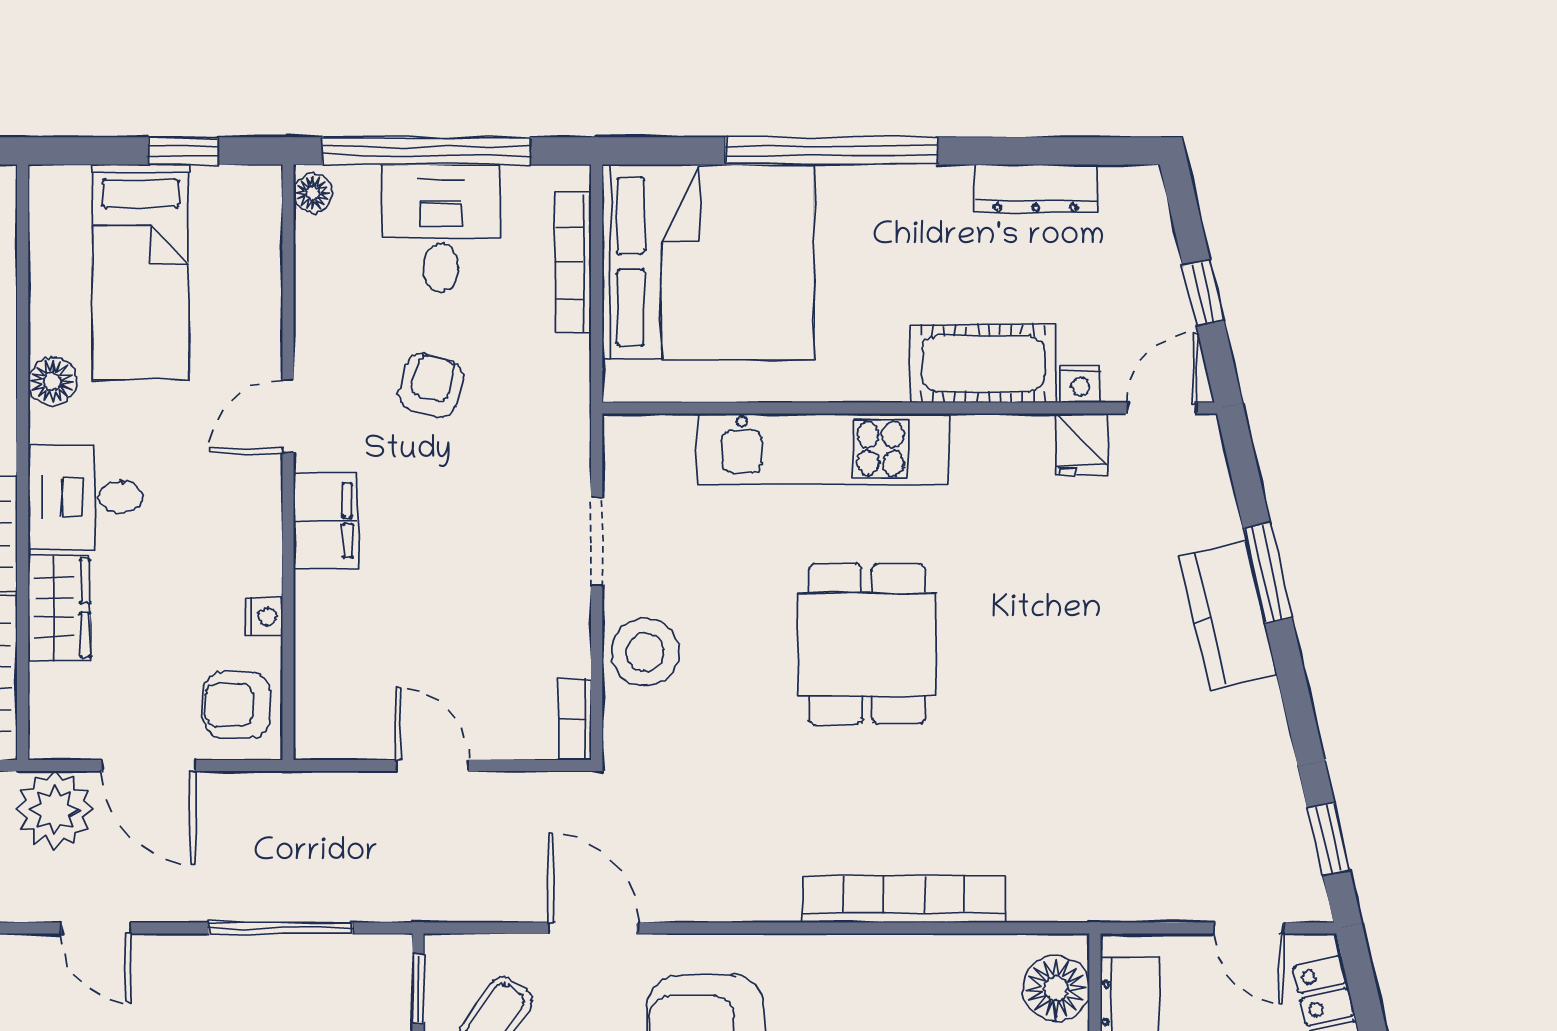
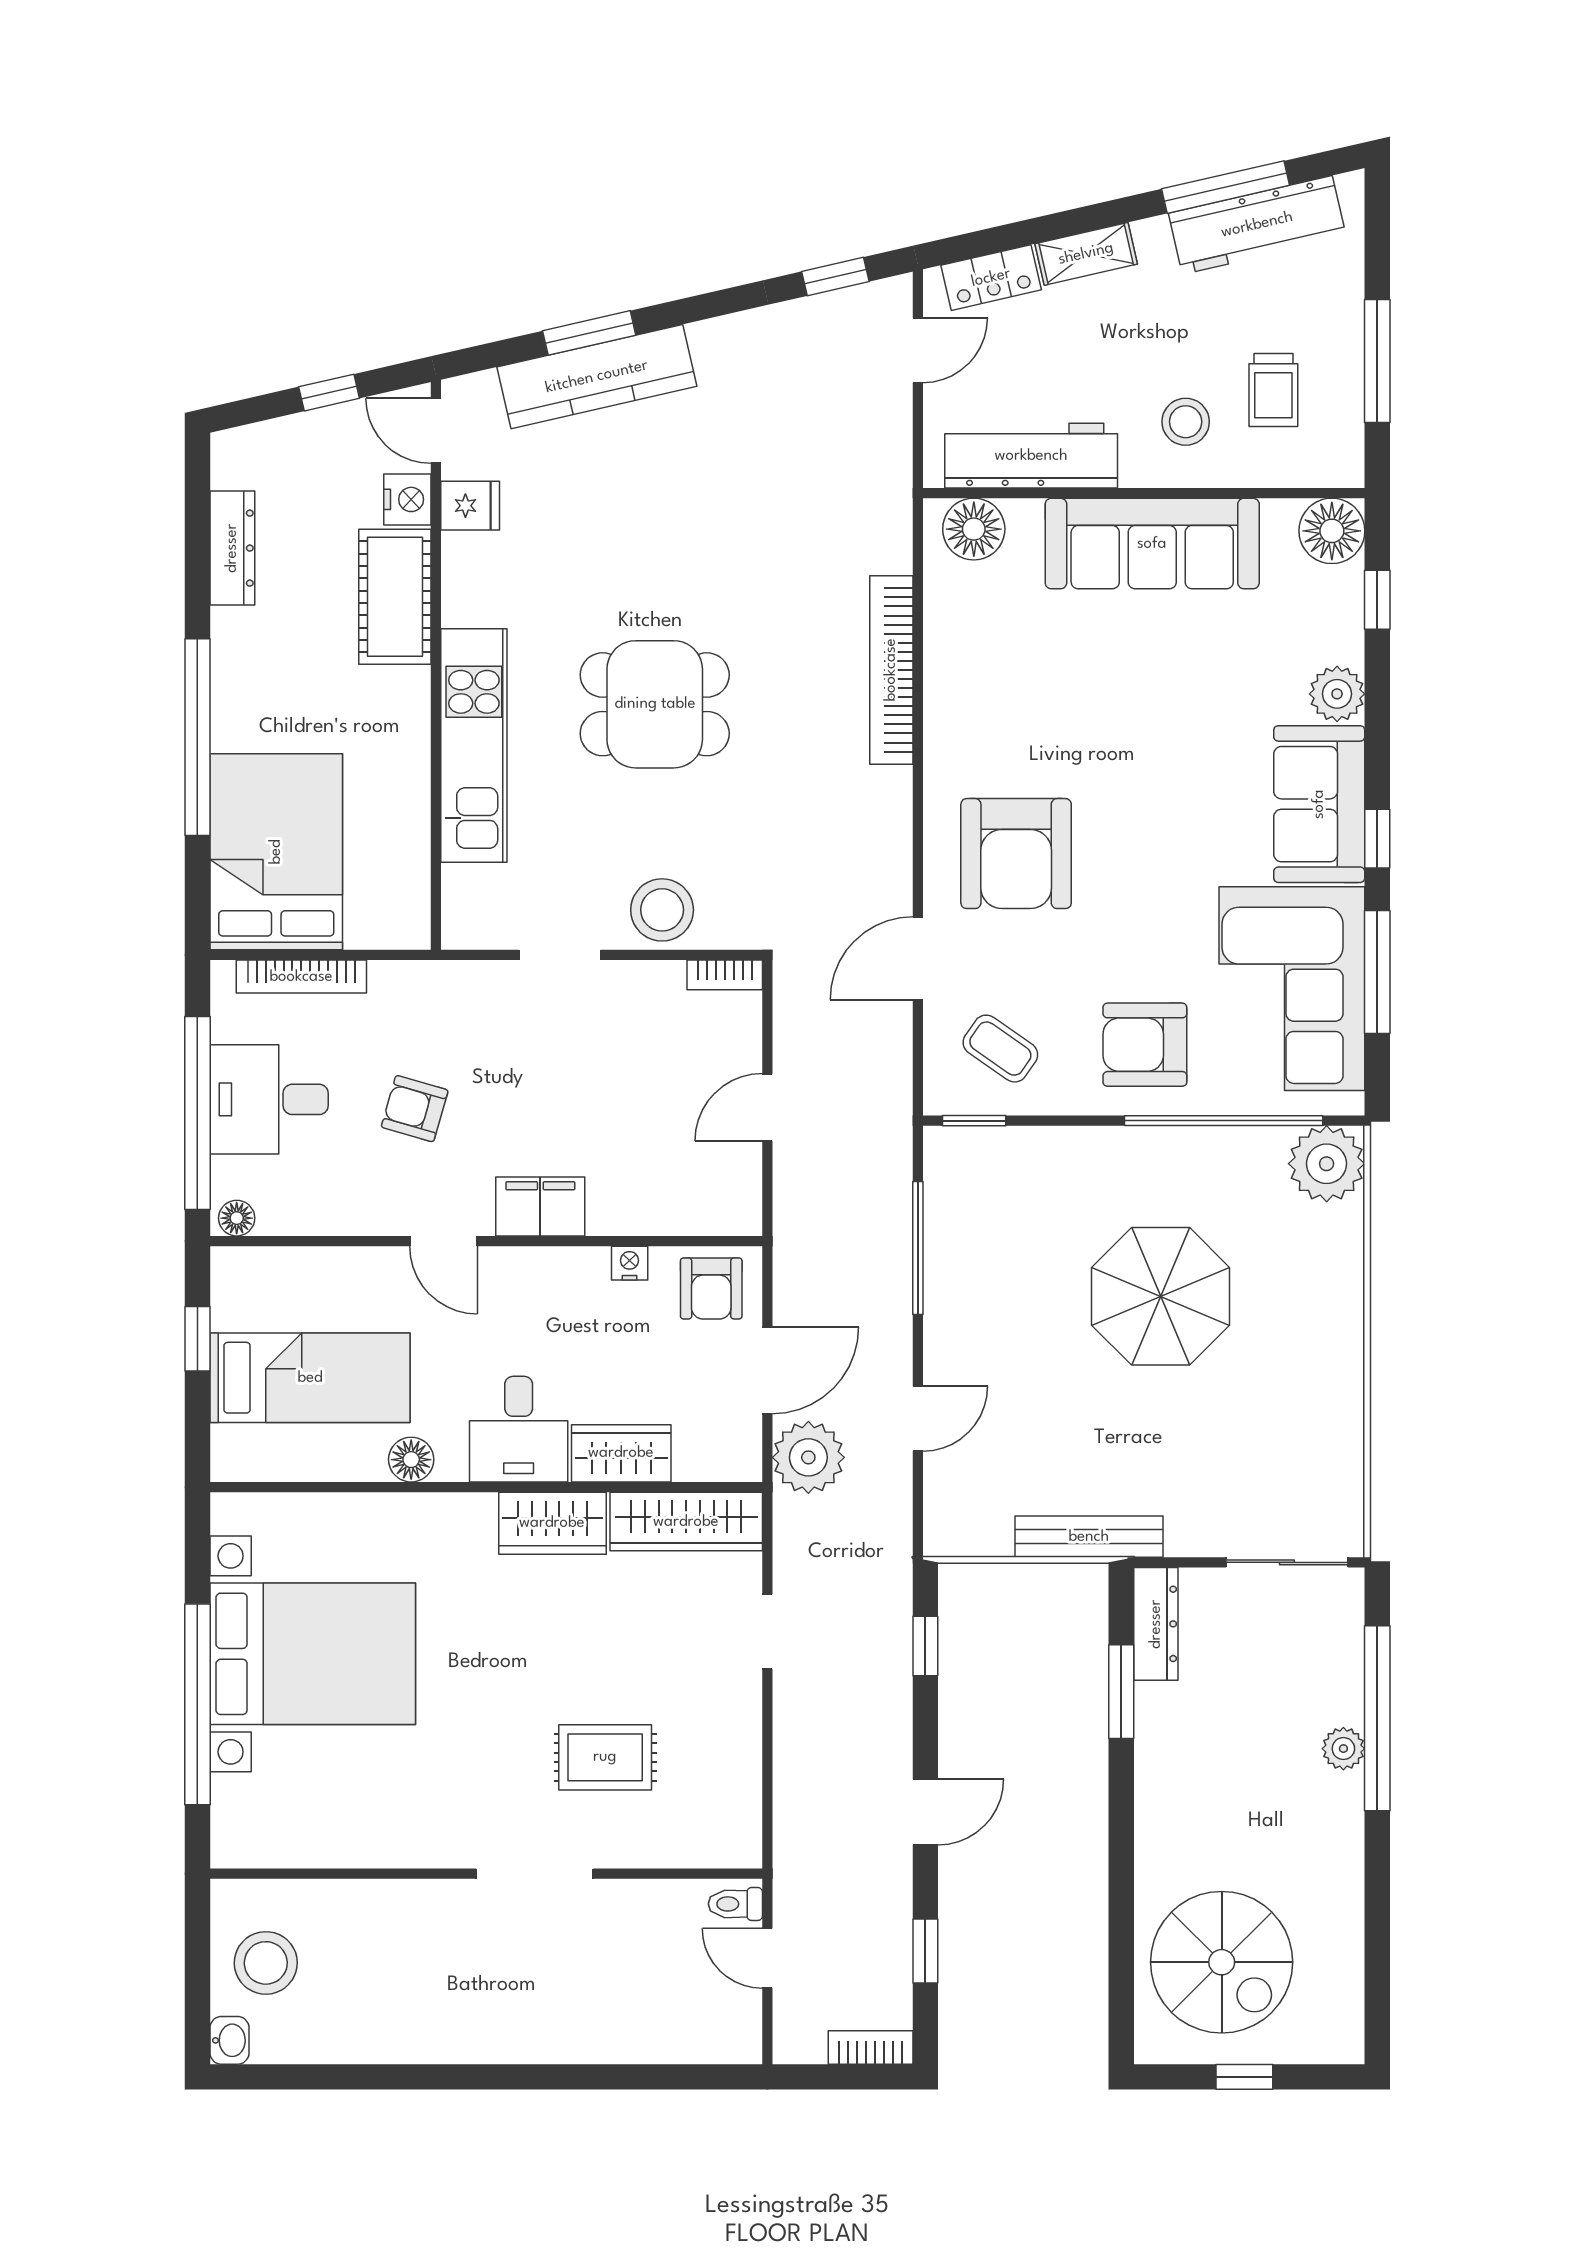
bed: (708, 262) -> (276, 852), width x0.73
nightstand: (1080, 384) -> (407, 499), width x1.39, depth x1.35
kitchen counter: (1228, 615) -> (597, 377), width x1.50

